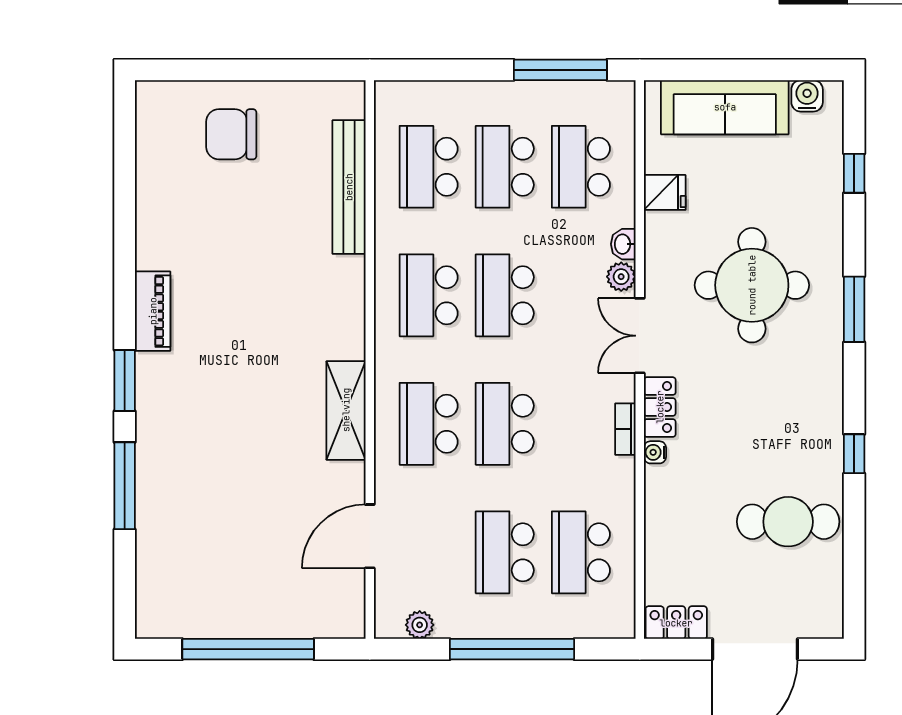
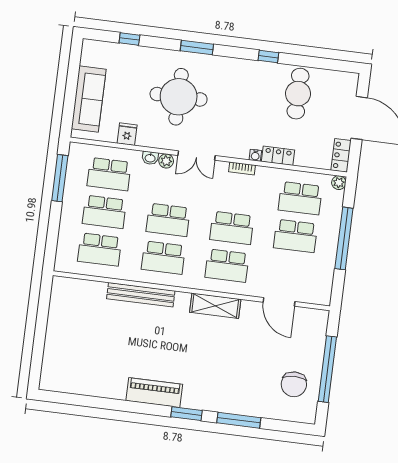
water cooler: (807, 96) -> (88, 58), removed
chair: (231, 134) -> (294, 384), moved
bench: (349, 187) -> (141, 295), moved
piano: (153, 311) -> (154, 393), width x1.37, depth x1.33
locker: (660, 407) -> (278, 156), moved
plant: (420, 625) -> (339, 183), moved

